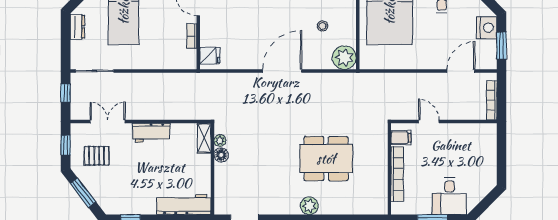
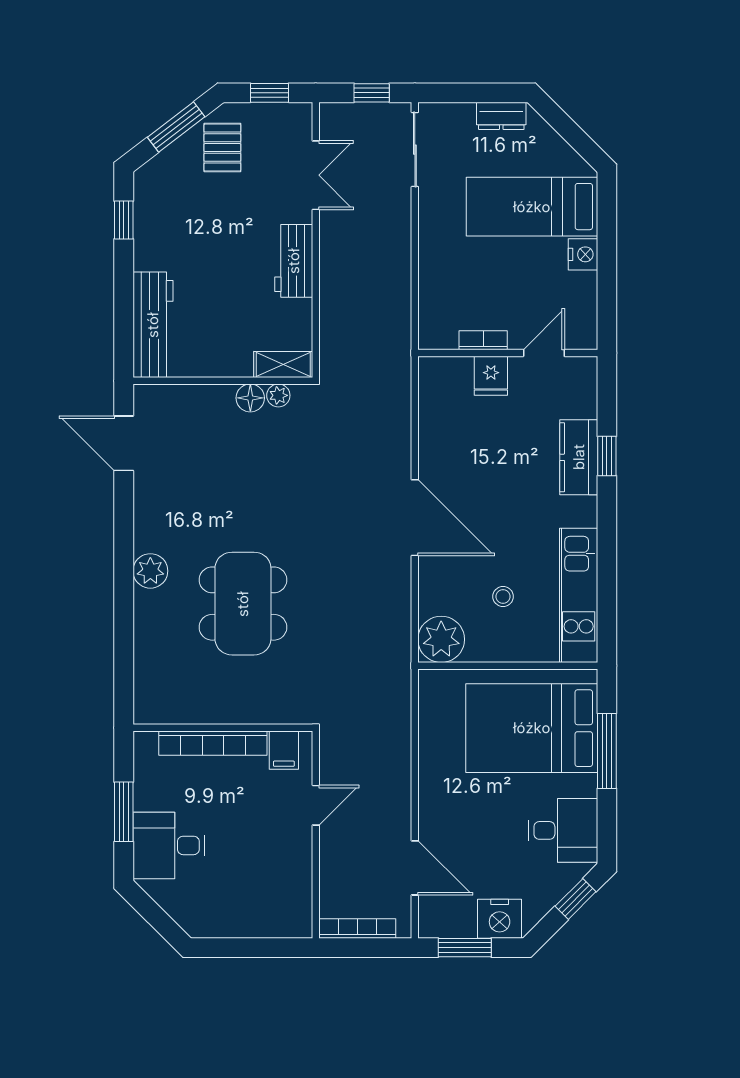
fridge: (210, 56) -> (491, 376), moved
pallet: (97, 156) -> (222, 148), moved

